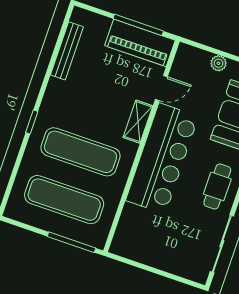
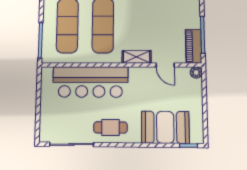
piano: (140, 43) -> (193, 46), width x0.73, depth x0.75
plant: (219, 63) -> (196, 72), moved
bar counter: (162, 158) -> (90, 82), moved

